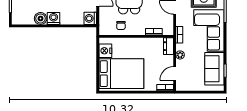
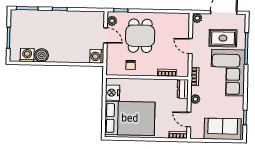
washing machine: (54, 18) -> (27, 55), moved
sofa: (214, 69) -> (223, 129), moved, turned 90
door: (175, 74) -> (189, 119), hinge flipped

